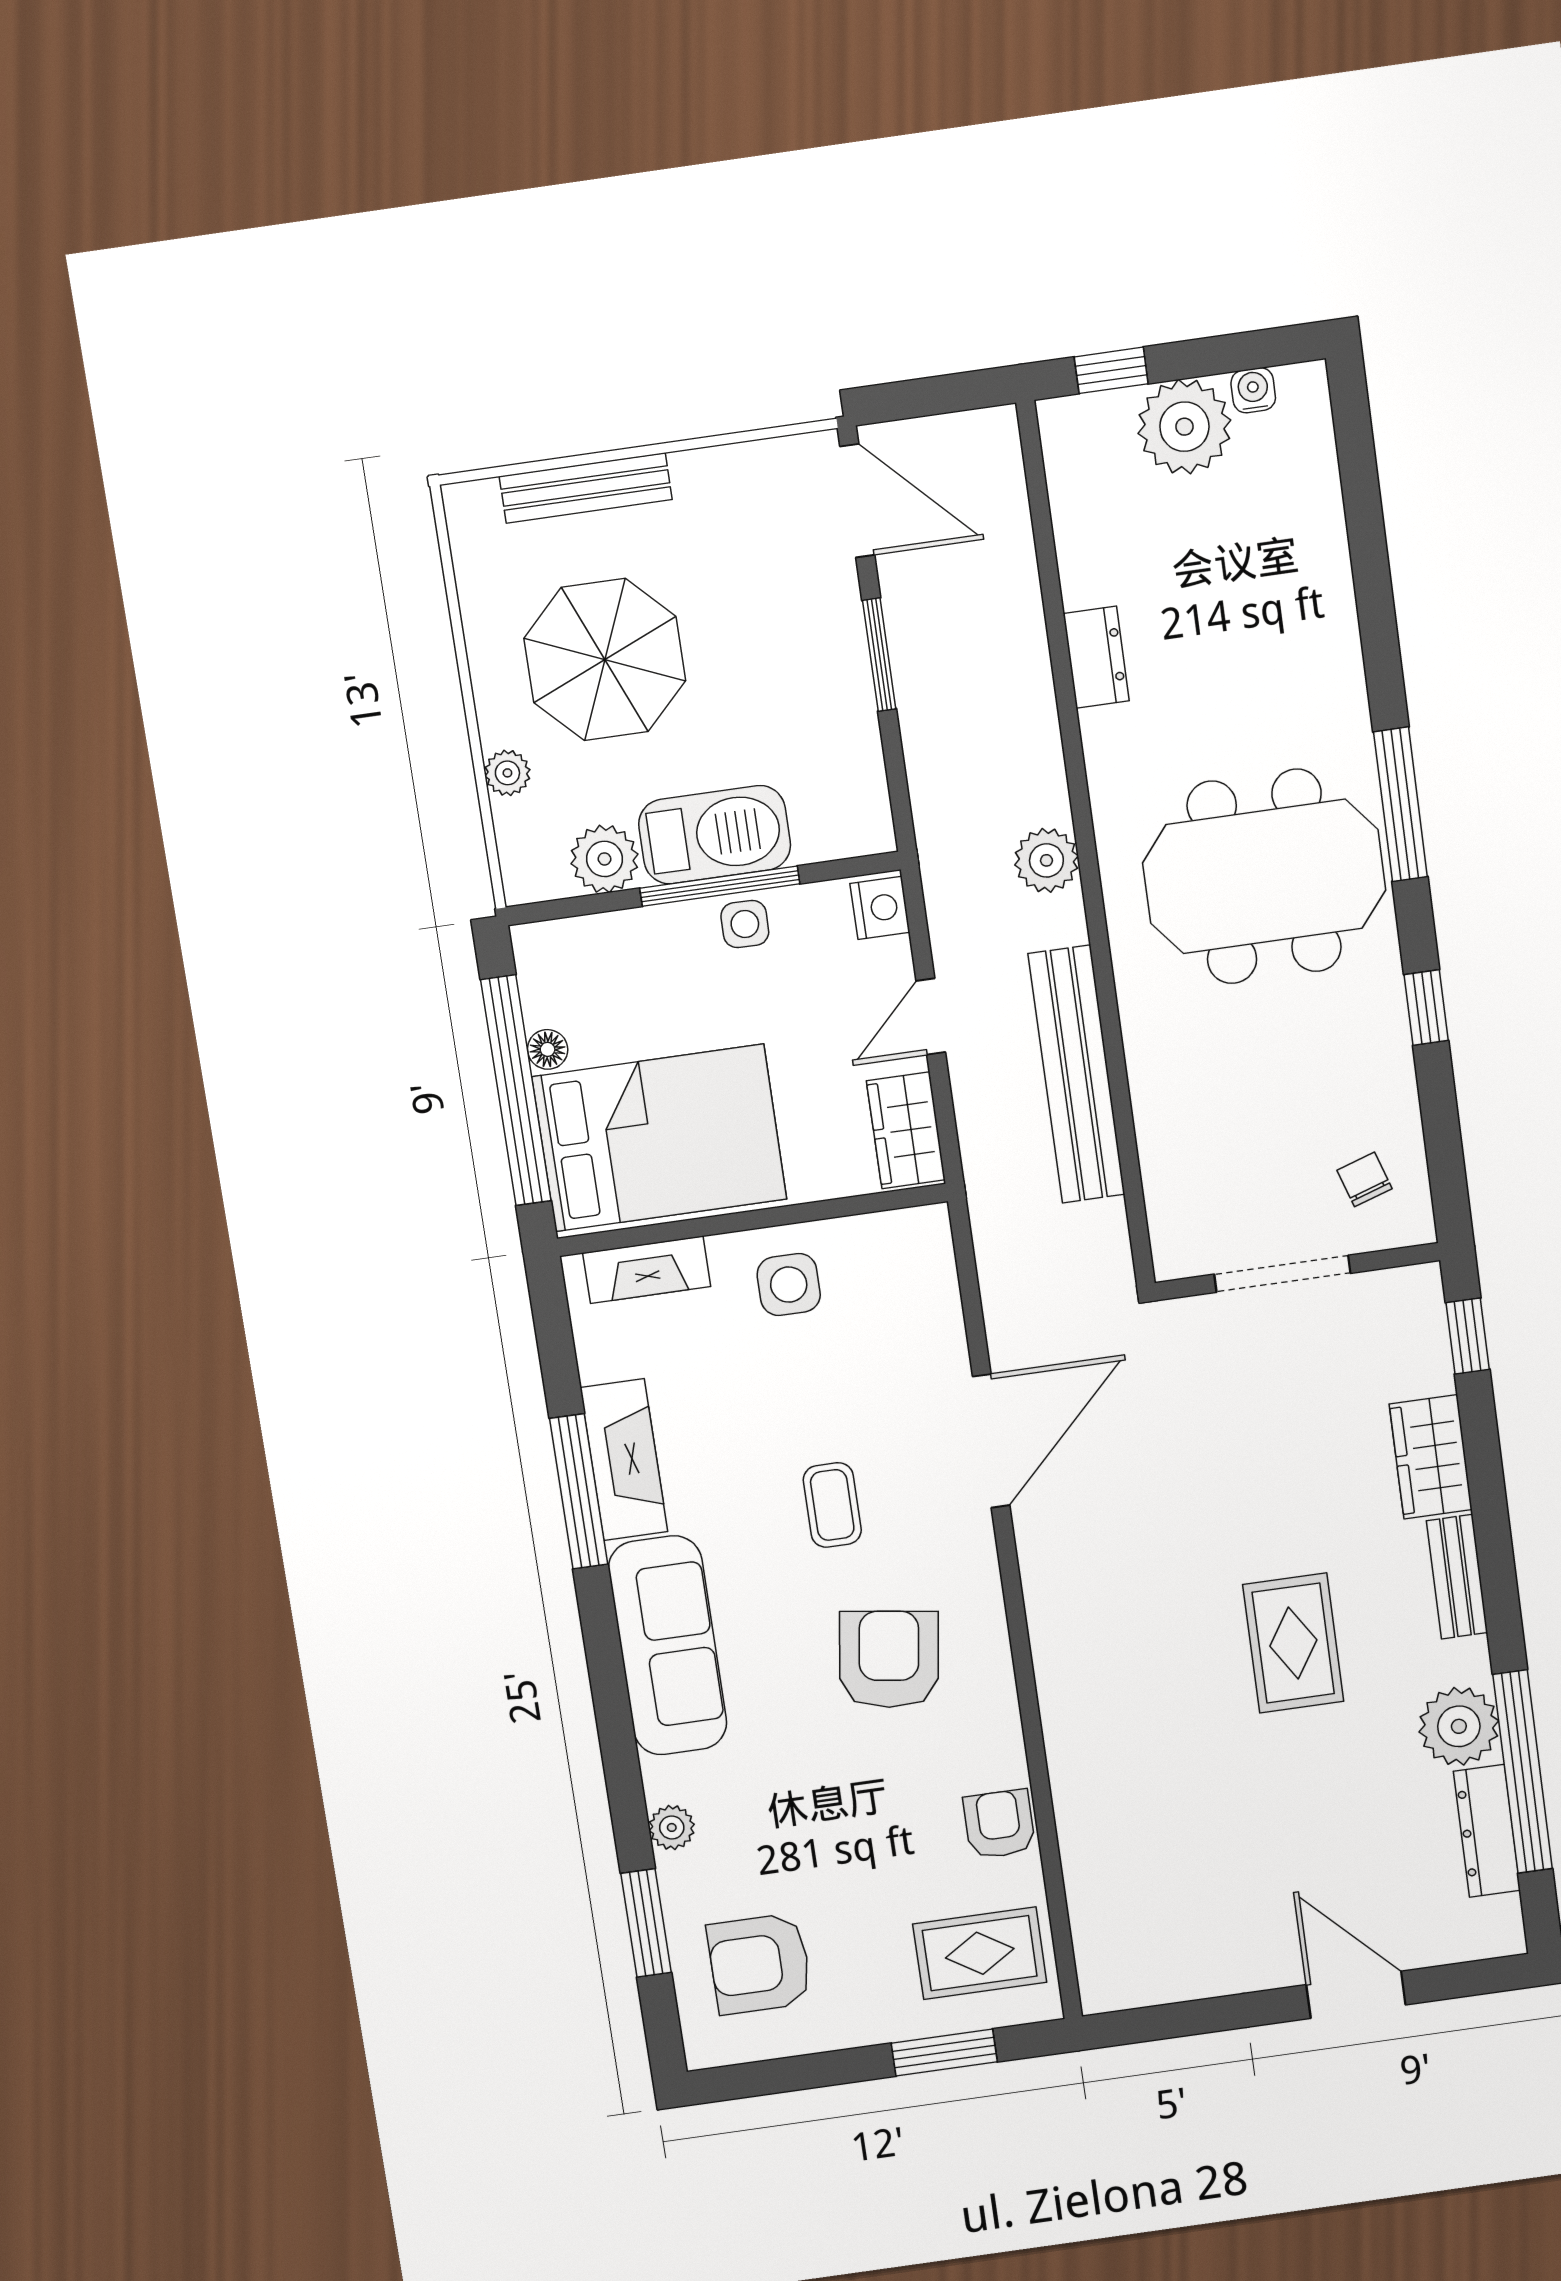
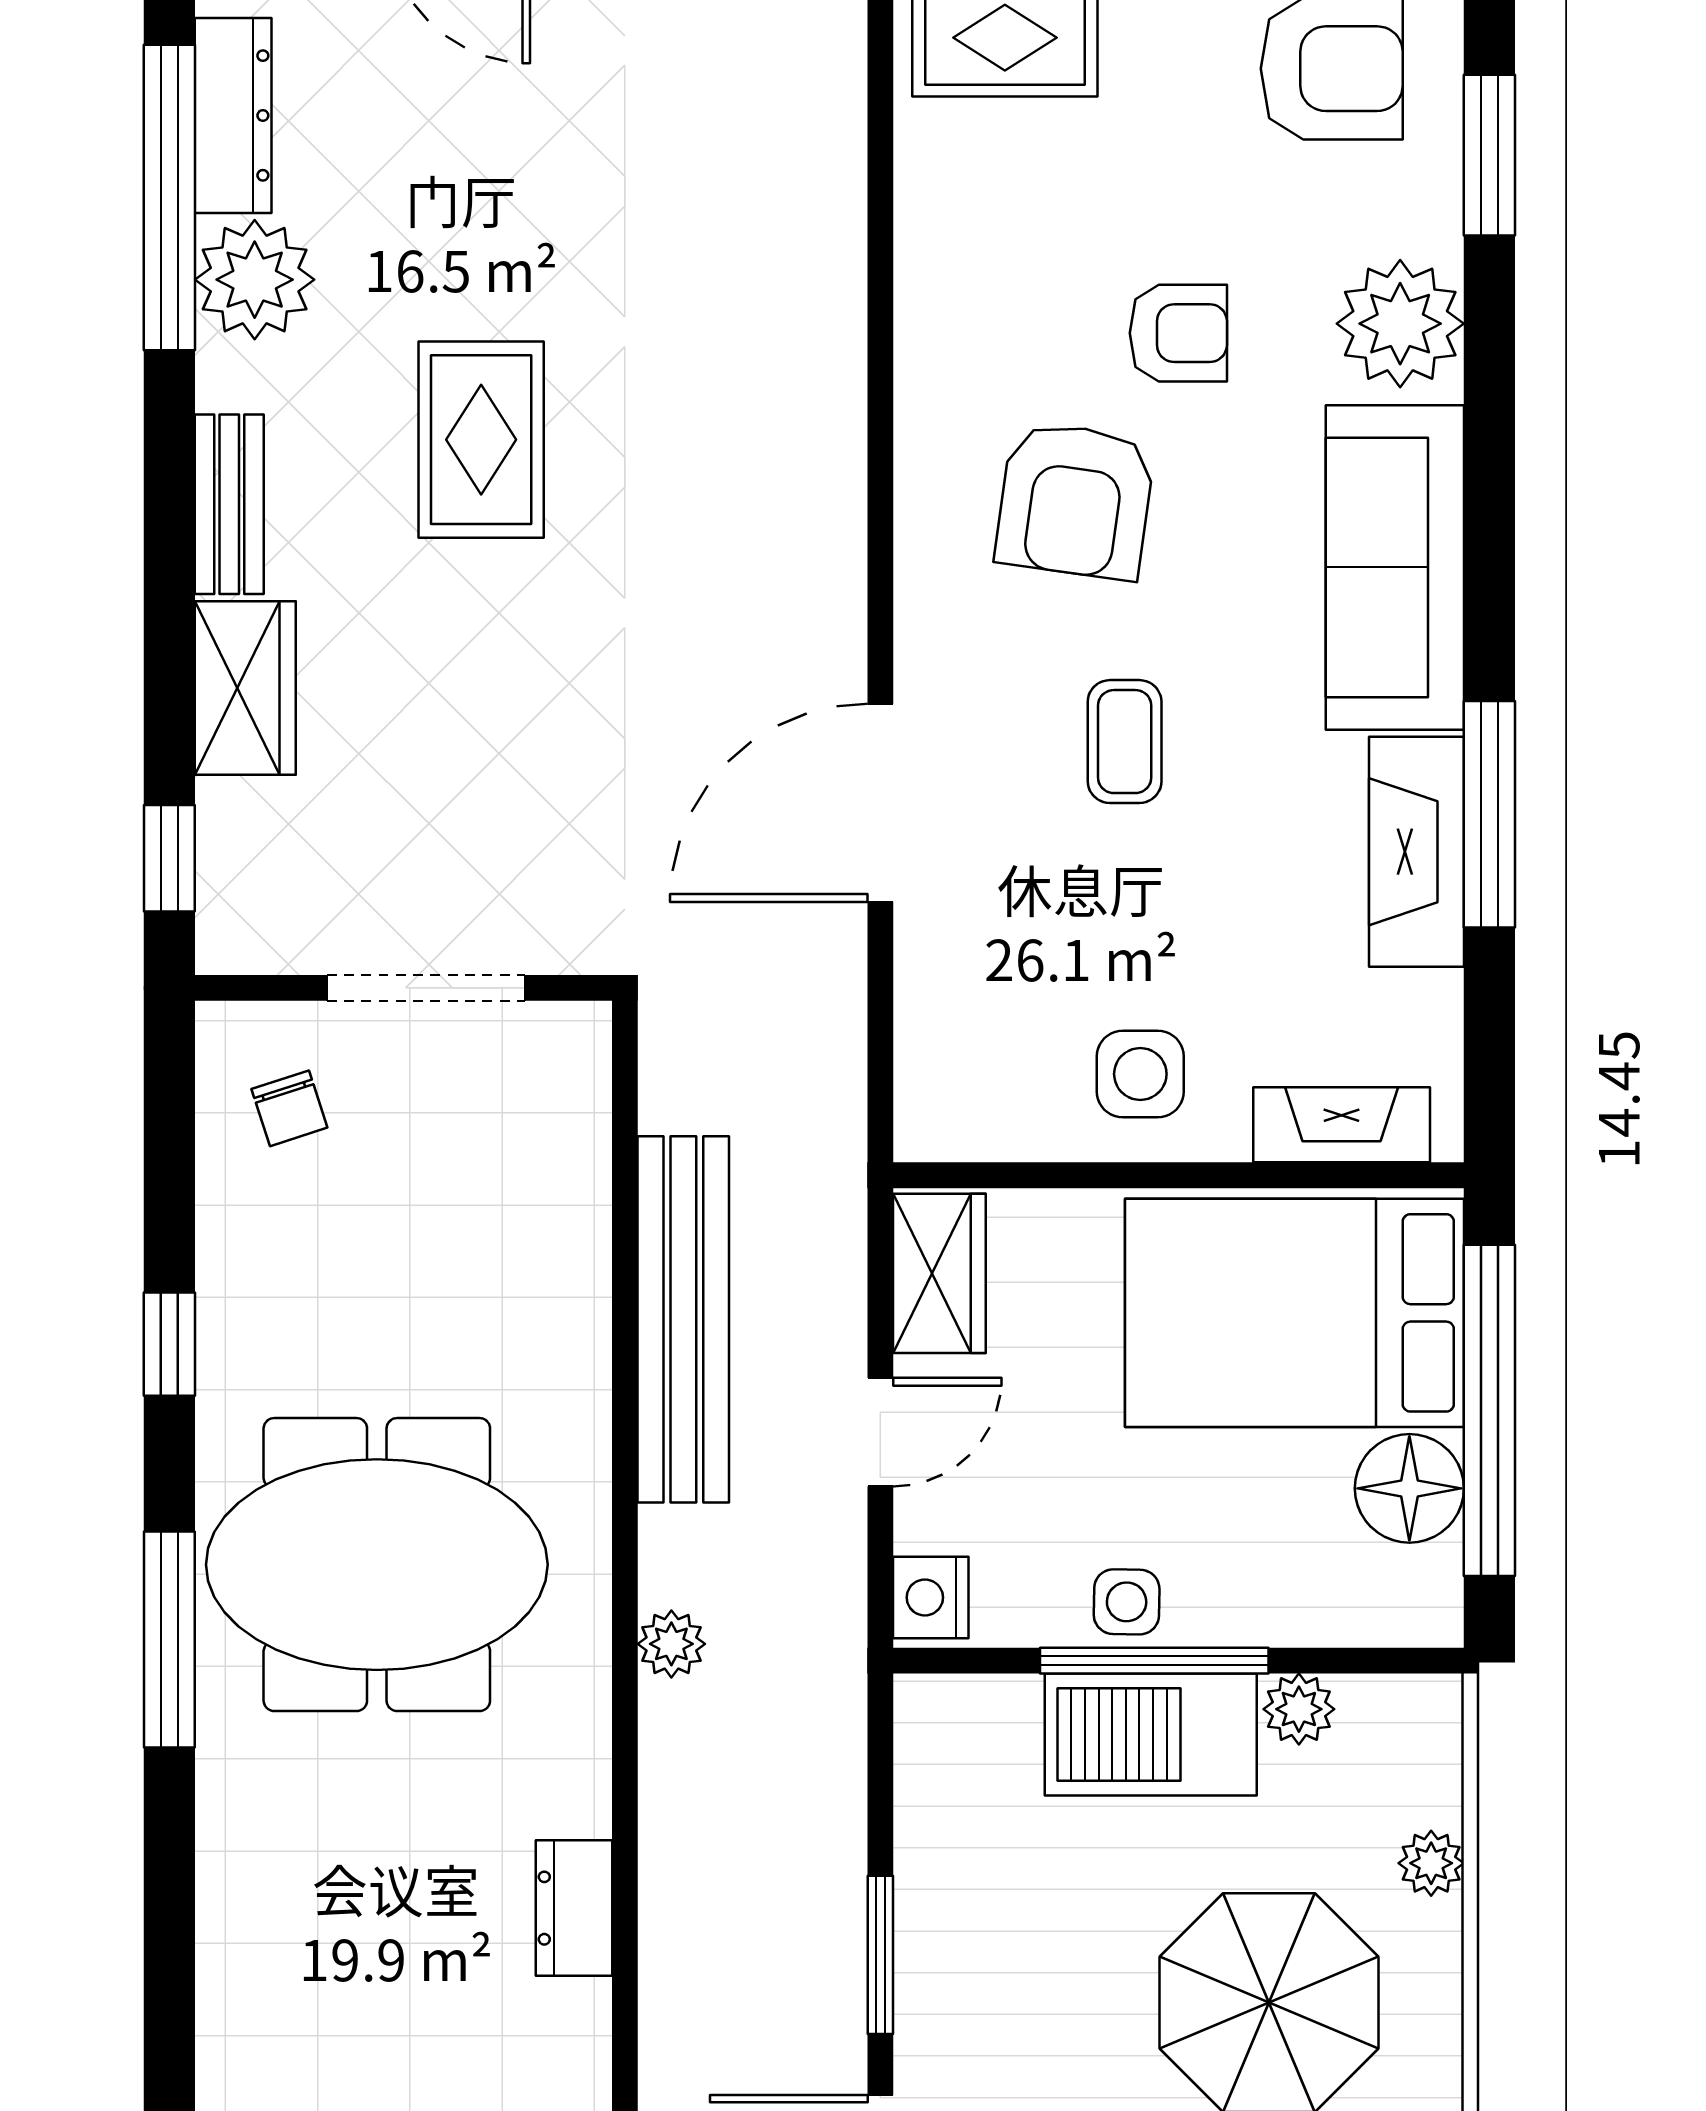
plant: (605, 859) -> (1299, 1709), width x0.73, depth x0.73
plant: (1046, 860) -> (671, 1644), width x0.73, depth x0.73
floor lamp: (548, 1049) -> (1409, 1488), width x1.89, depth x1.89
armchair: (999, 1824) -> (1178, 333), moved, turned -90
plant: (672, 1827) -> (1400, 324), width x1.88, depth x1.88

